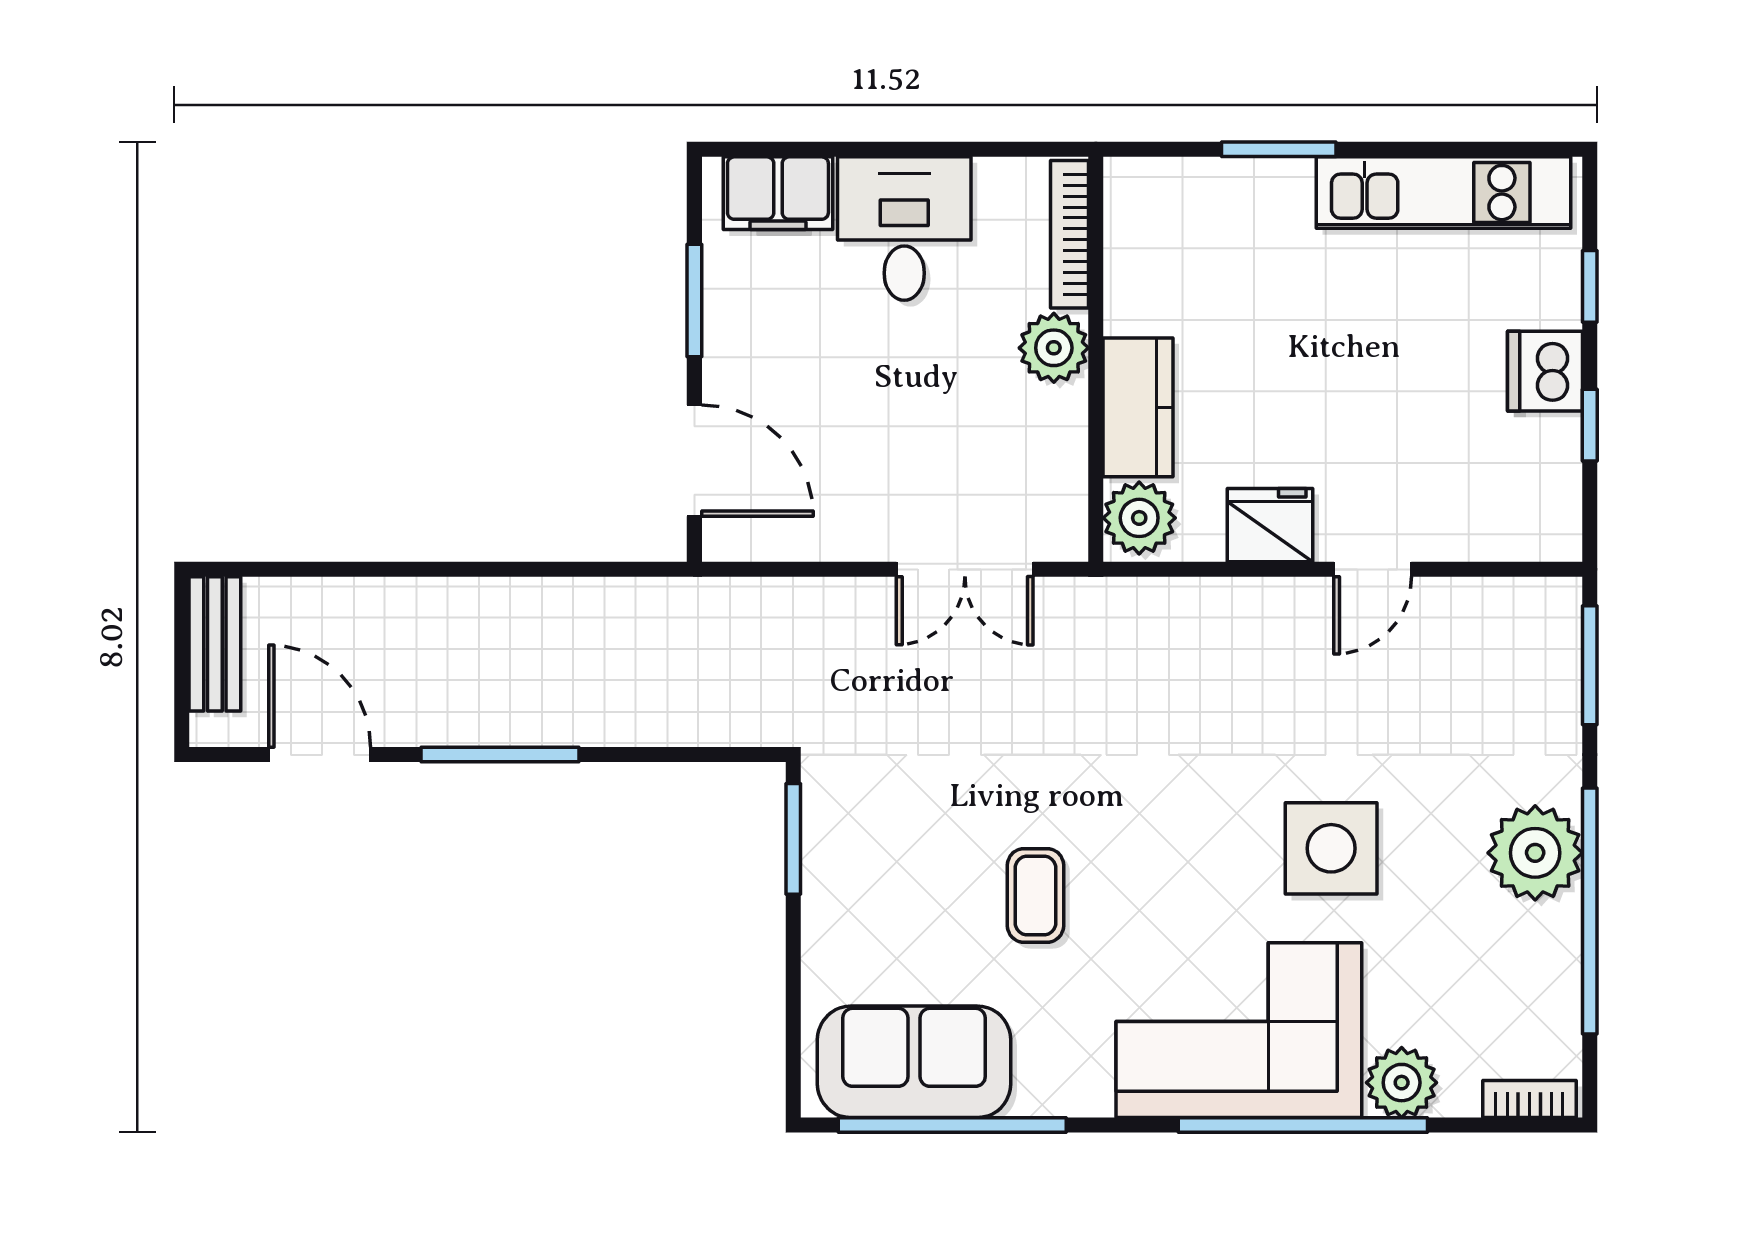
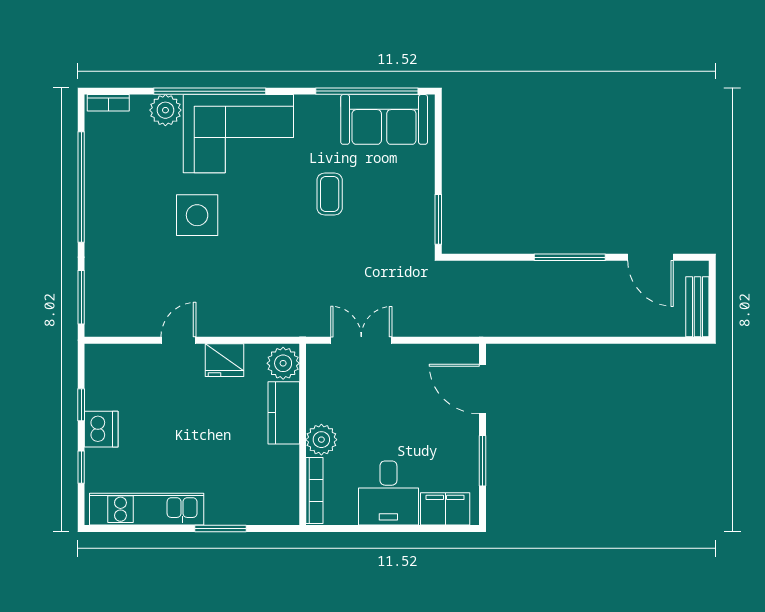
plant: (1535, 853) -> (106, 213), removed

